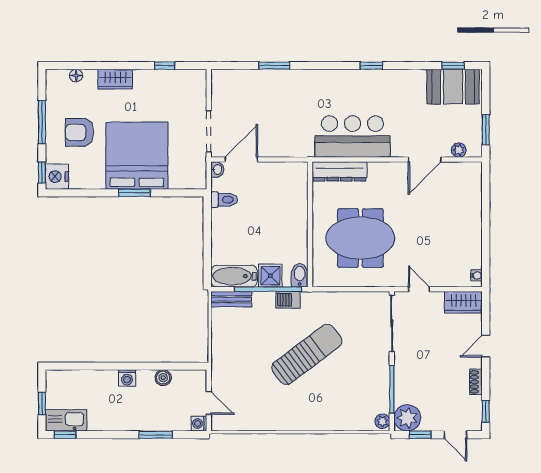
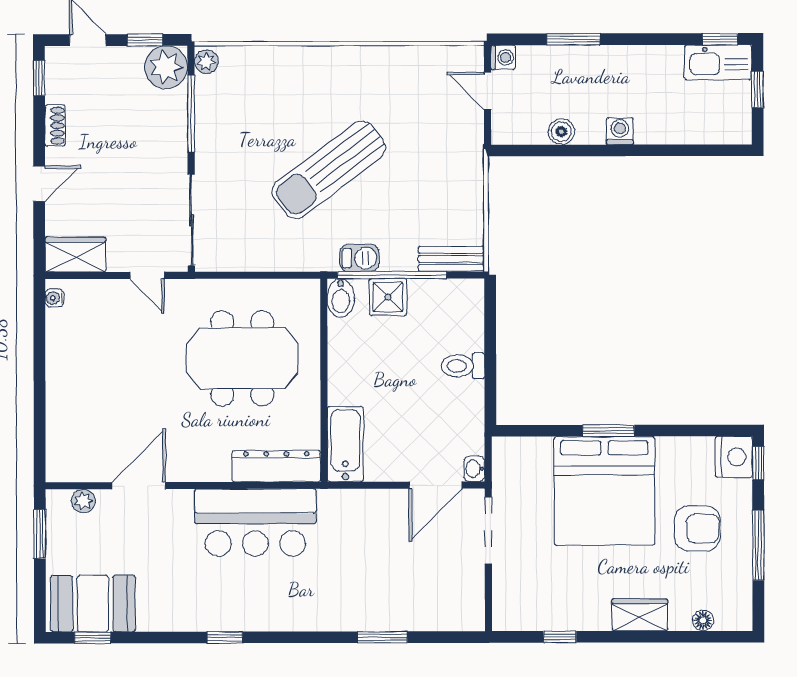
toilet: (224, 200) -> (463, 366), moved
bathtub: (234, 276) -> (345, 444), moved, turned -90

